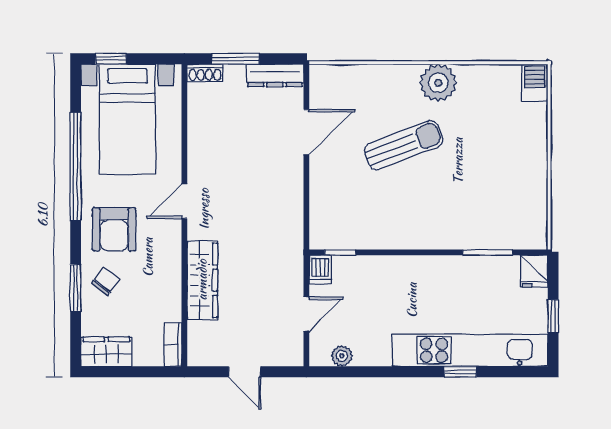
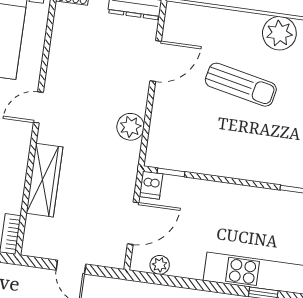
sun lounger: (404, 145) -> (241, 85), turned 33
plant: (289, 208) -> (130, 127), added
door: (306, 314) -> (133, 223), width x1.38

